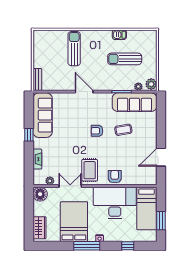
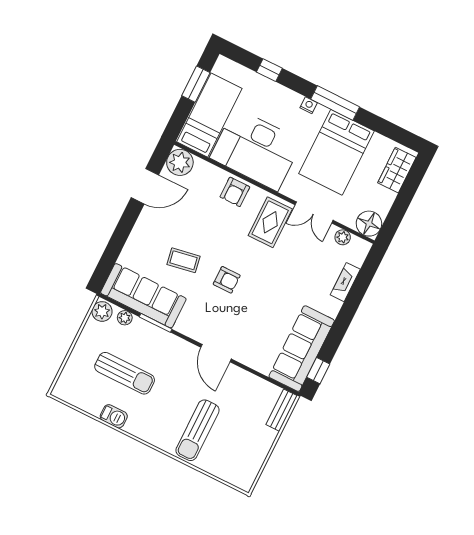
window: (29, 135) -> (318, 371), moved
plant: (149, 178) -> (180, 162), added

